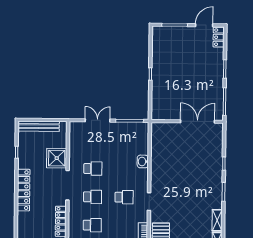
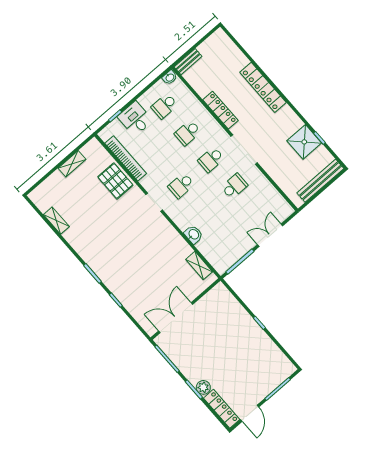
locker: (219, 37) -> (222, 409), width x1.53
plant: (218, 65) -> (203, 387), added
double door: (98, 120) -> (270, 235), swing flipped
double door: (198, 121) -> (176, 318), swing flipped
shower: (57, 158) -> (304, 142), moved
school desk: (93, 169) -> (234, 186), turned 180
locker: (24, 190) -> (263, 87), moved
shelving: (217, 220) -> (199, 266), moved

